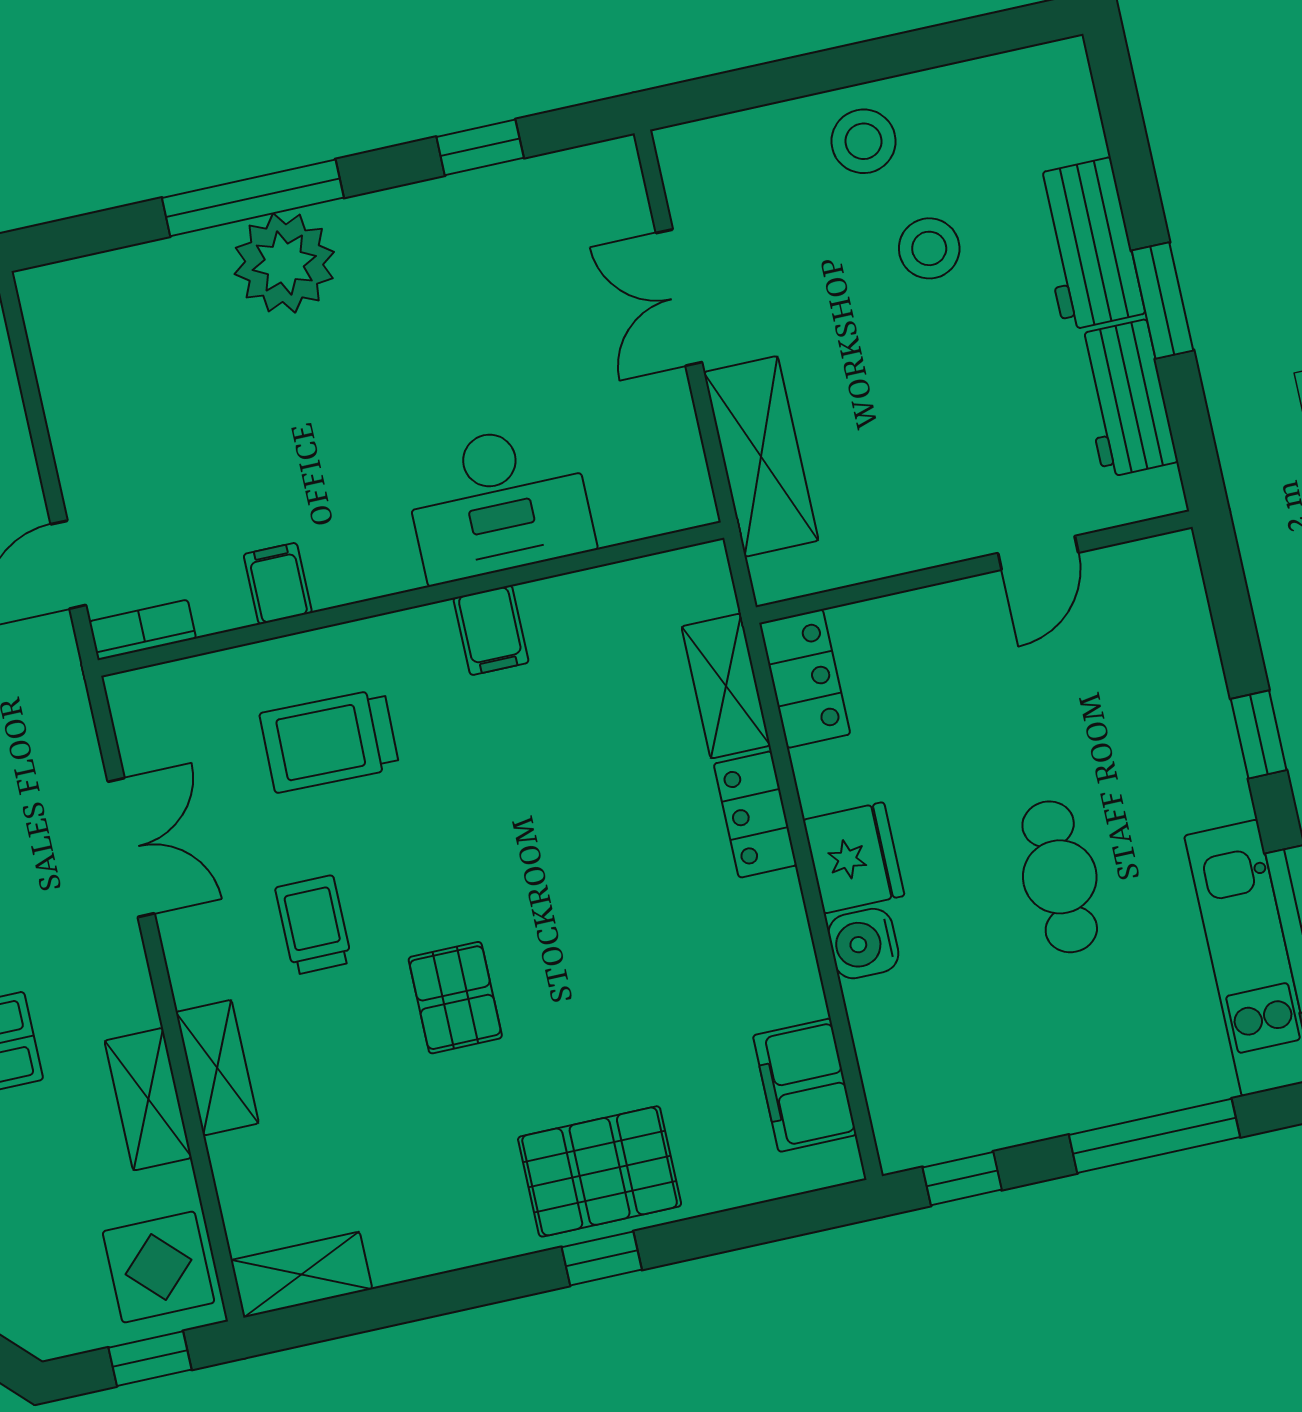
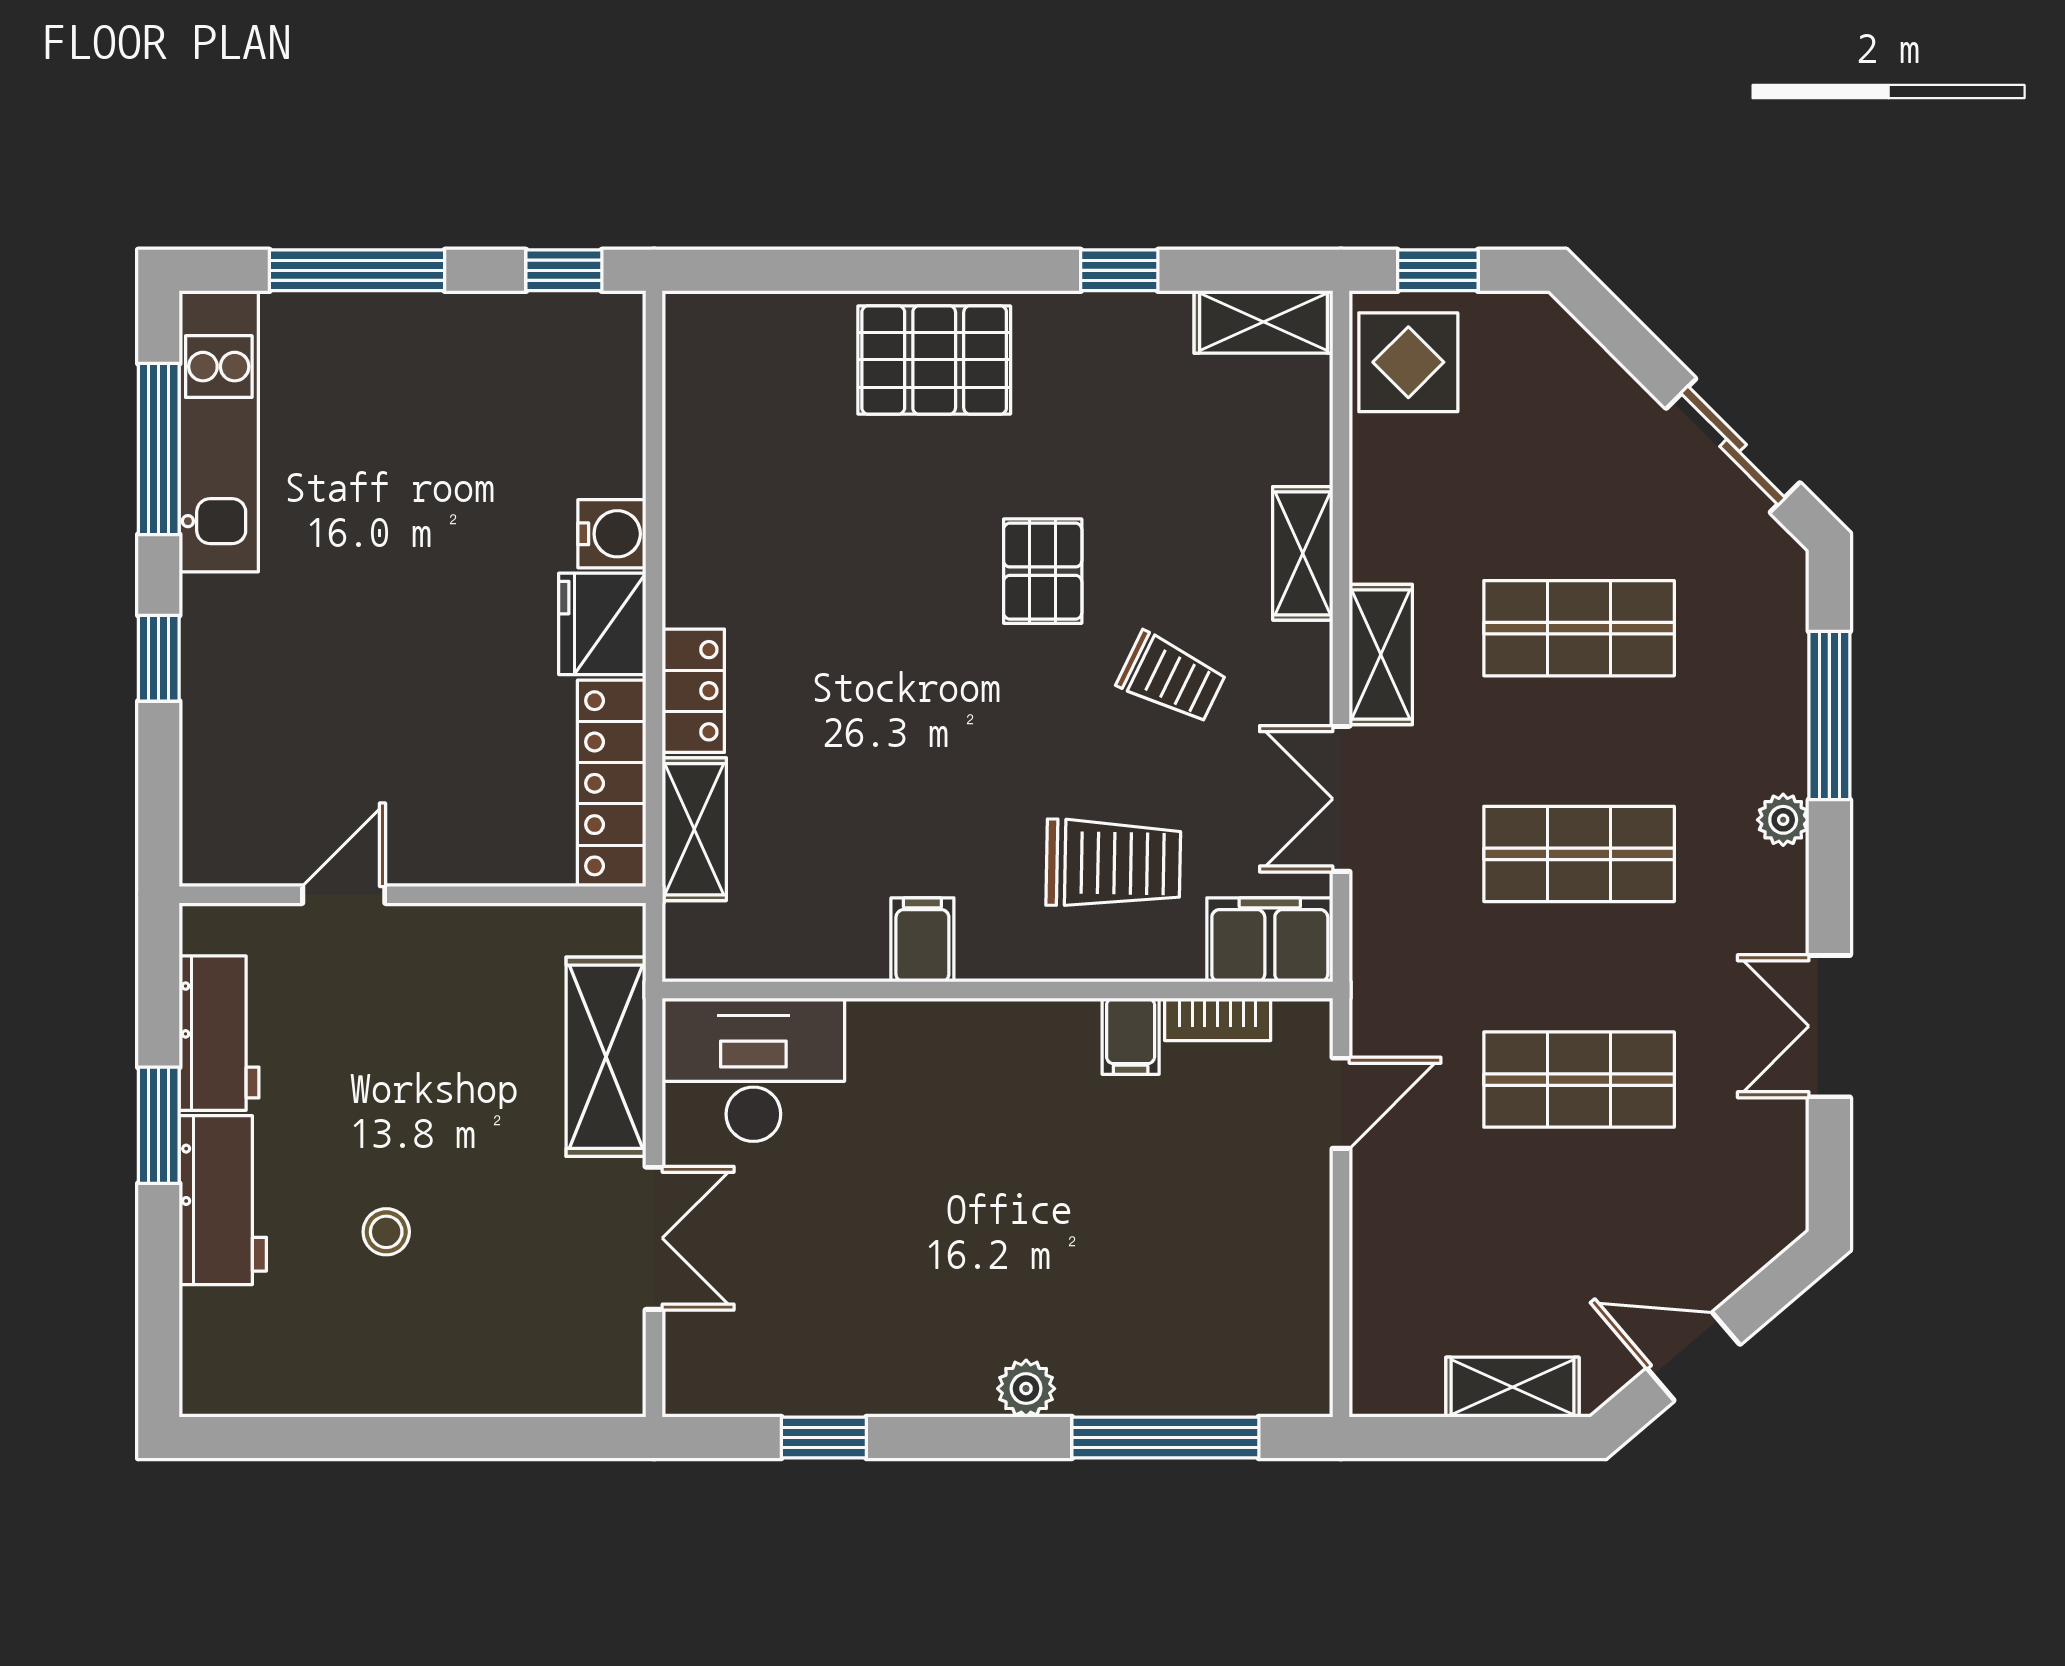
stool: (864, 141) -> (429, 1357), removed
window: (253, 198) -> (1165, 1438), moved
stool: (929, 248) -> (386, 1232), width x0.73, depth x0.73
plant: (284, 263) -> (1026, 1389), width x0.53, depth x0.53
desk: (499, 502) -> (753, 1070), moved
bookcase: (143, 630) -> (1218, 1019), moved
locker: (805, 679) -> (612, 783), width x1.53
cafe table: (1060, 877) -> (395, 558), removed
trolley: (314, 925) -> (1172, 678), turned -64
filing cabinet: (805, 1085) -> (1270, 940), moved, turned -90
shelving: (148, 1099) -> (1381, 655), moved
window: (602, 1258) -> (1119, 270), moved

